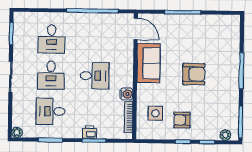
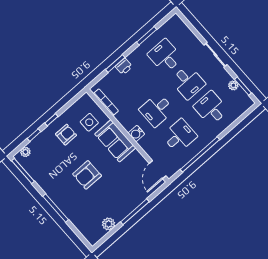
plant: (212, 21) -> (109, 224), added
door: (136, 29) -> (158, 170), hinge flipped
desk: (95, 39) -> (180, 136), added
sofa: (149, 63) -> (115, 141), moved
desk: (51, 75) -> (188, 82), turned 180
water cooler: (126, 94) -> (136, 133), moved
desk: (51, 111) -> (165, 56), turned -90
plant: (17, 132) -> (233, 85), moved

